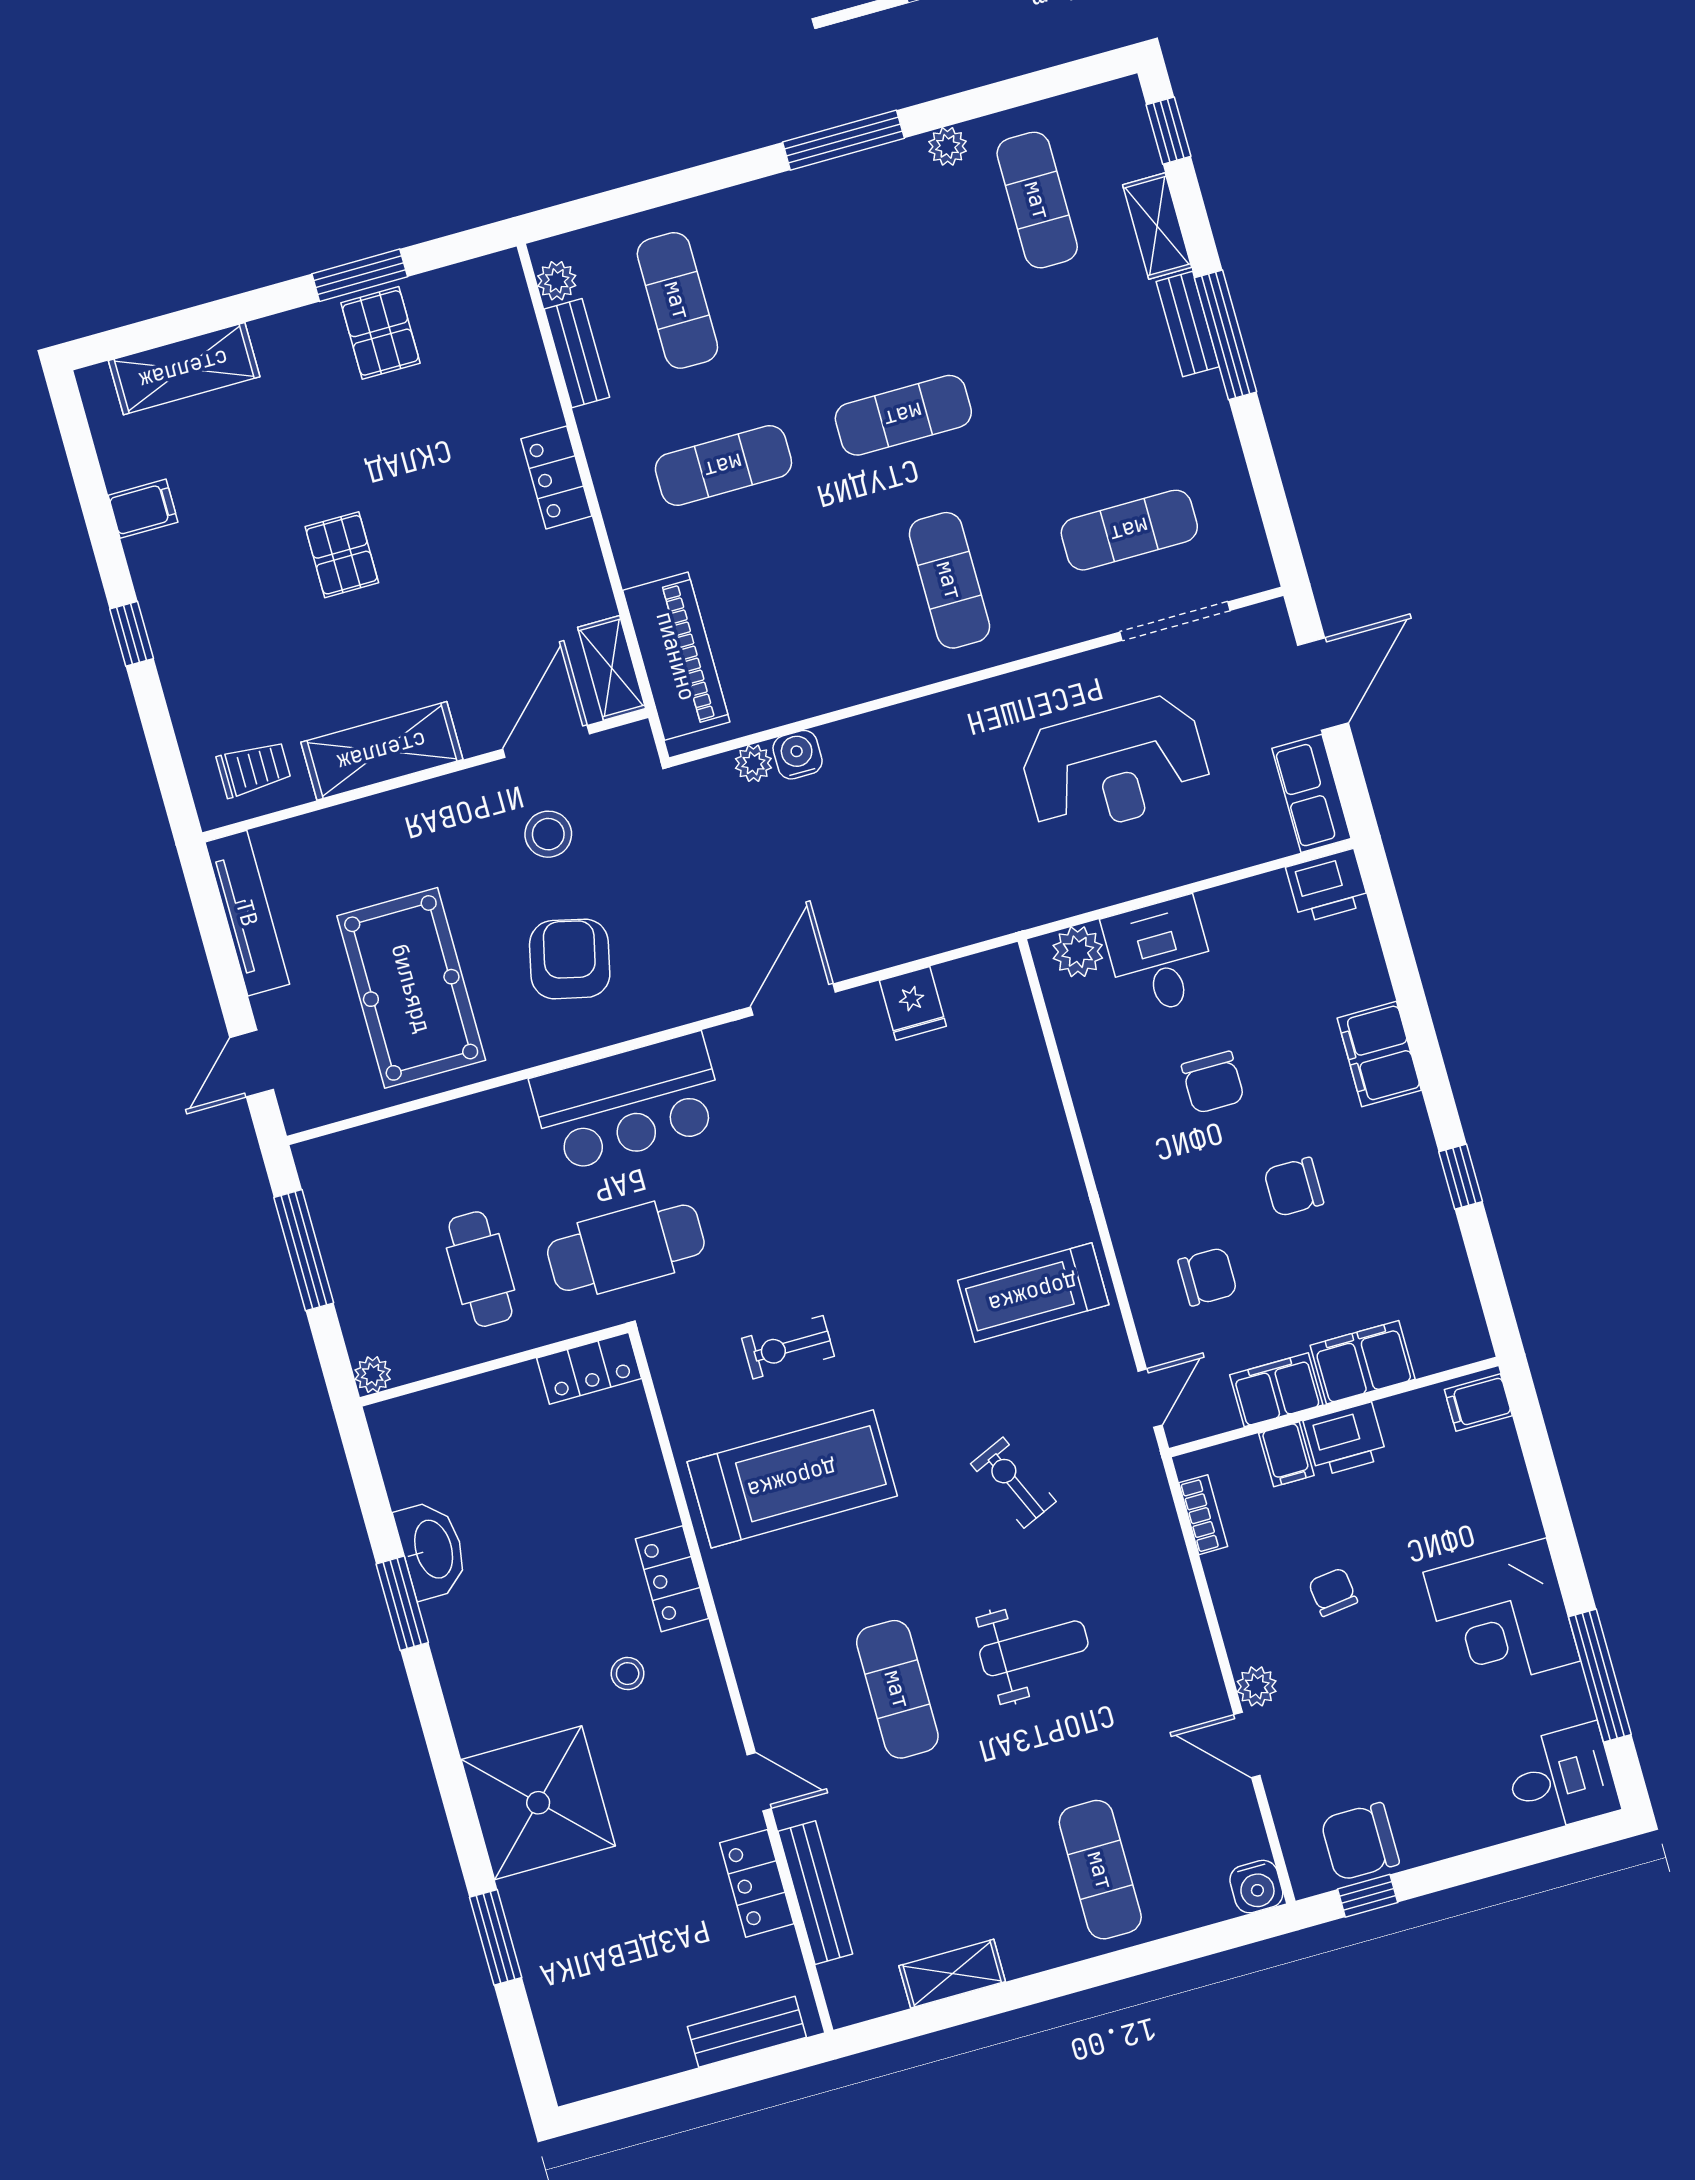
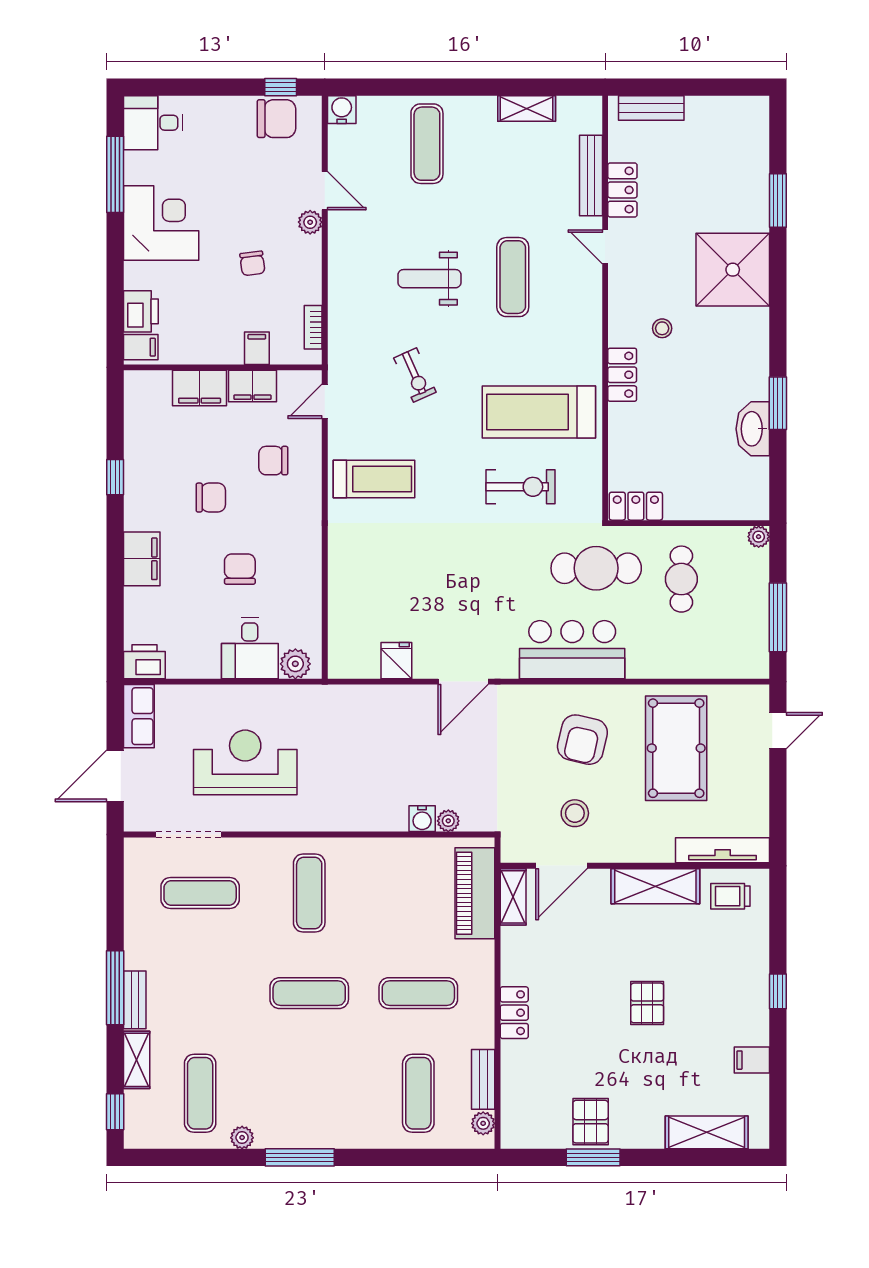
tv unit: (247, 913) -> (723, 850), moved, turned 90
exercise bike: (788, 1347) -> (521, 487), width x1.38, depth x1.39
printer: (1345, 1439) -> (141, 311), moved, turned 90

